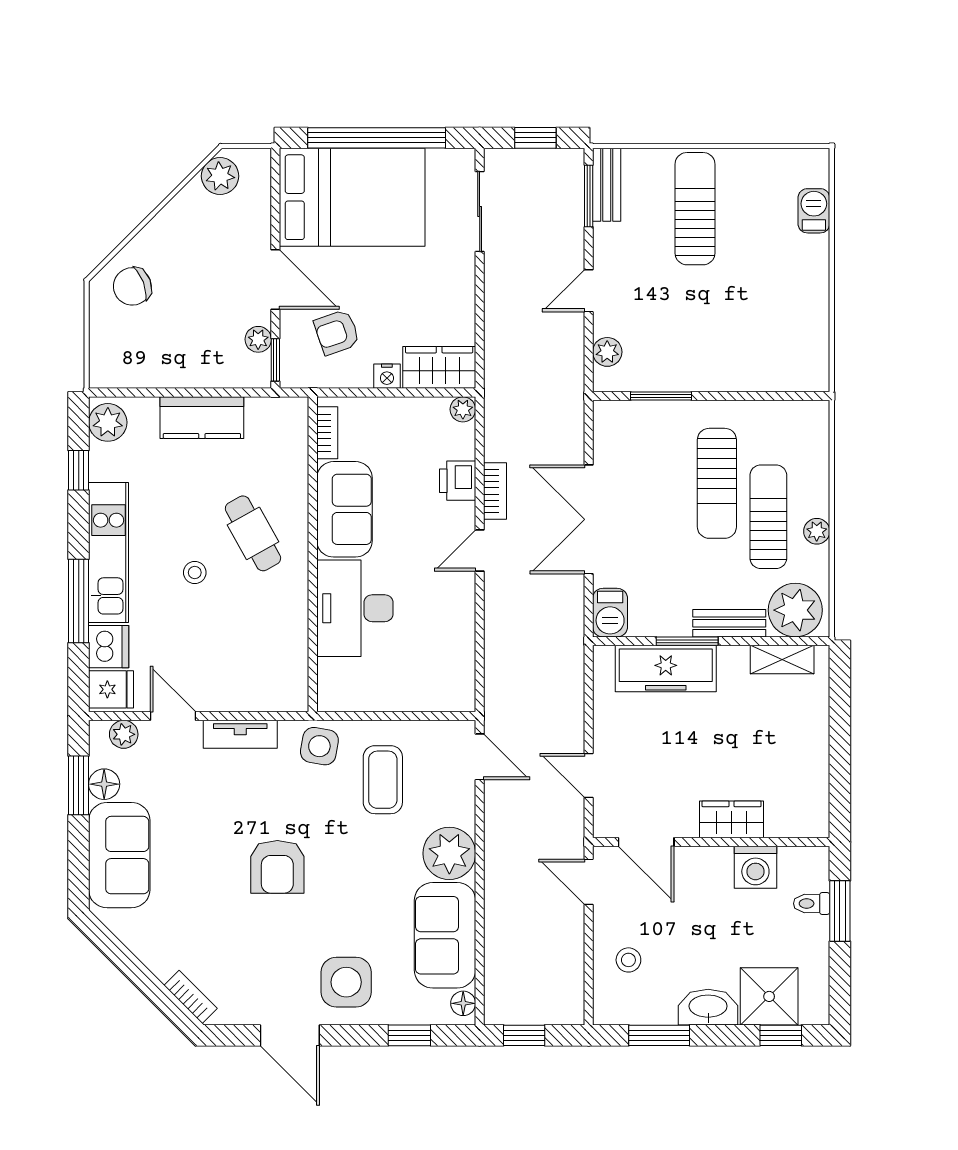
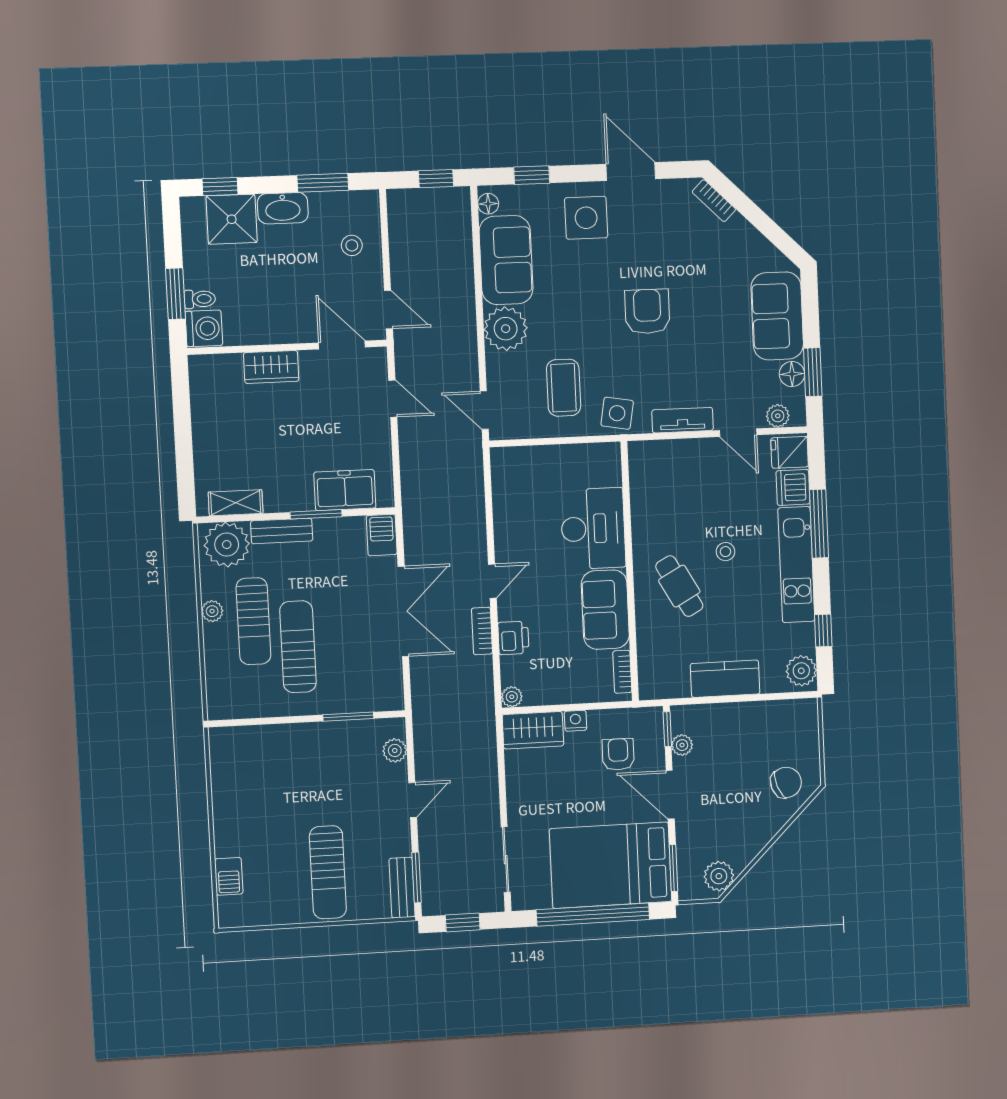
window: (275, 189) -> (673, 868), added
armchair: (337, 332) -> (618, 754), turned -71
freezer: (666, 669) -> (345, 490), width x0.71
washing machine: (755, 867) -> (204, 328), moved, turned 90

